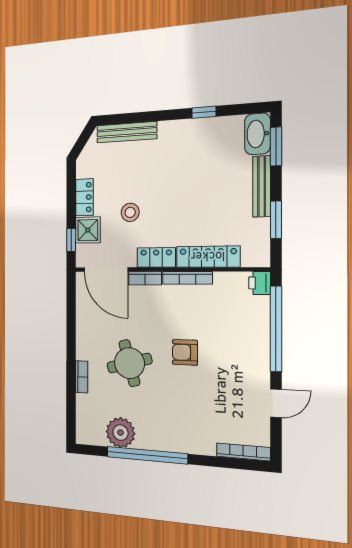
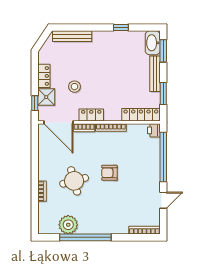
locker: (208, 257) -> (141, 115), moved

